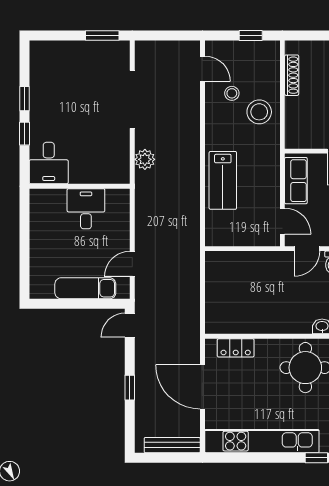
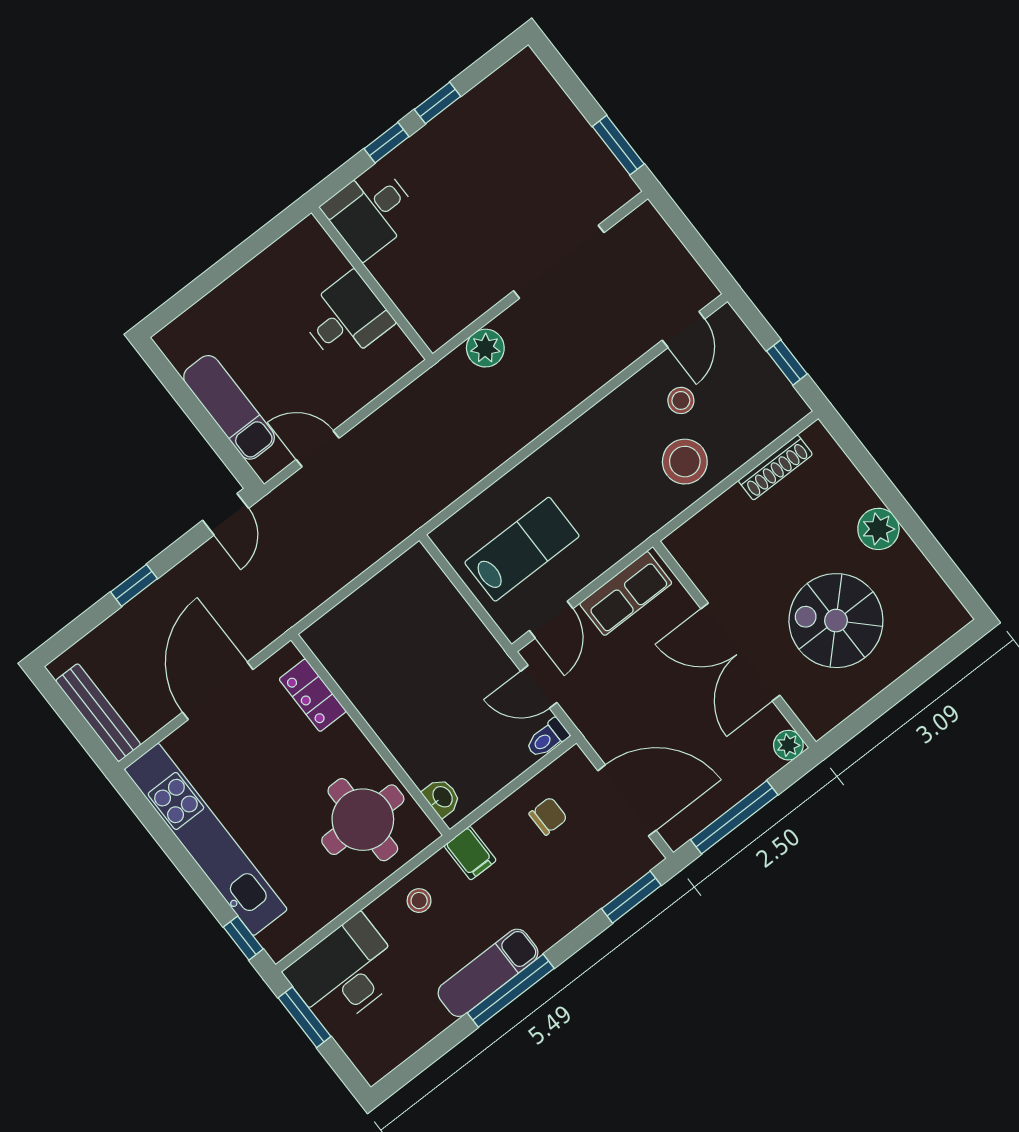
lab bench: (223, 180) -> (522, 549), moved, turned 180
door: (130, 325) -> (226, 514), swing flipped

